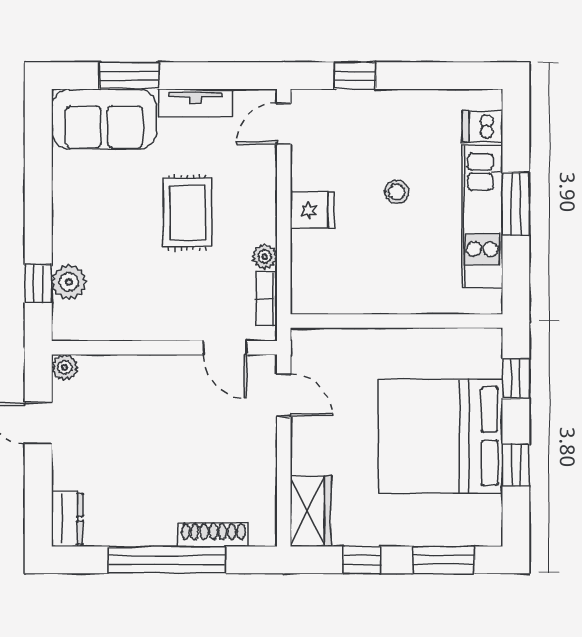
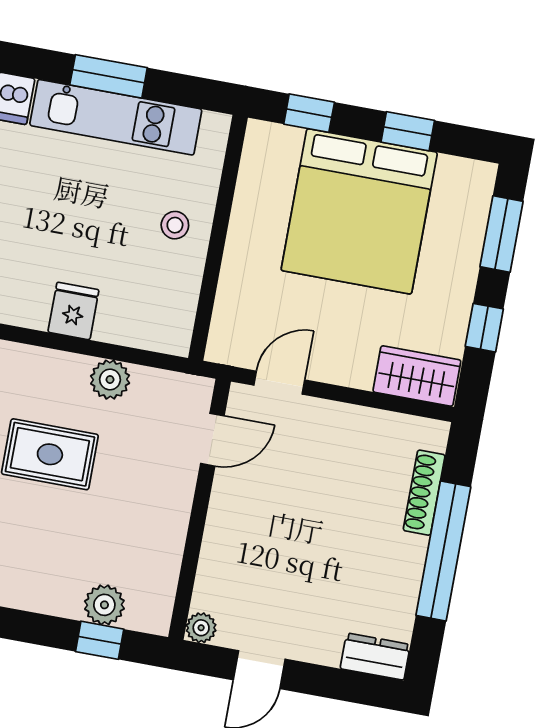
stool: (397, 192) -> (175, 225), moved
plant: (265, 257) -> (110, 380), width x1.38, depth x1.38
bookcase: (266, 298) -> (165, 382), removed

